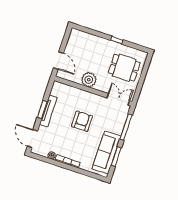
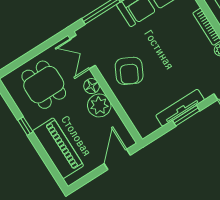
piano: (92, 42) -> (58, 148), added
floor lamp: (100, 86) -> (92, 86), added
armchair: (82, 121) -> (129, 71), moved, turned -63

